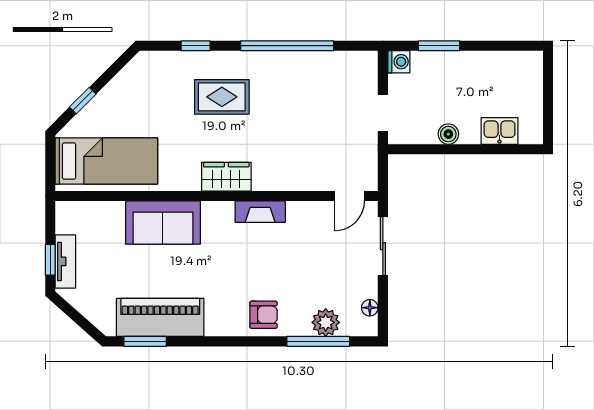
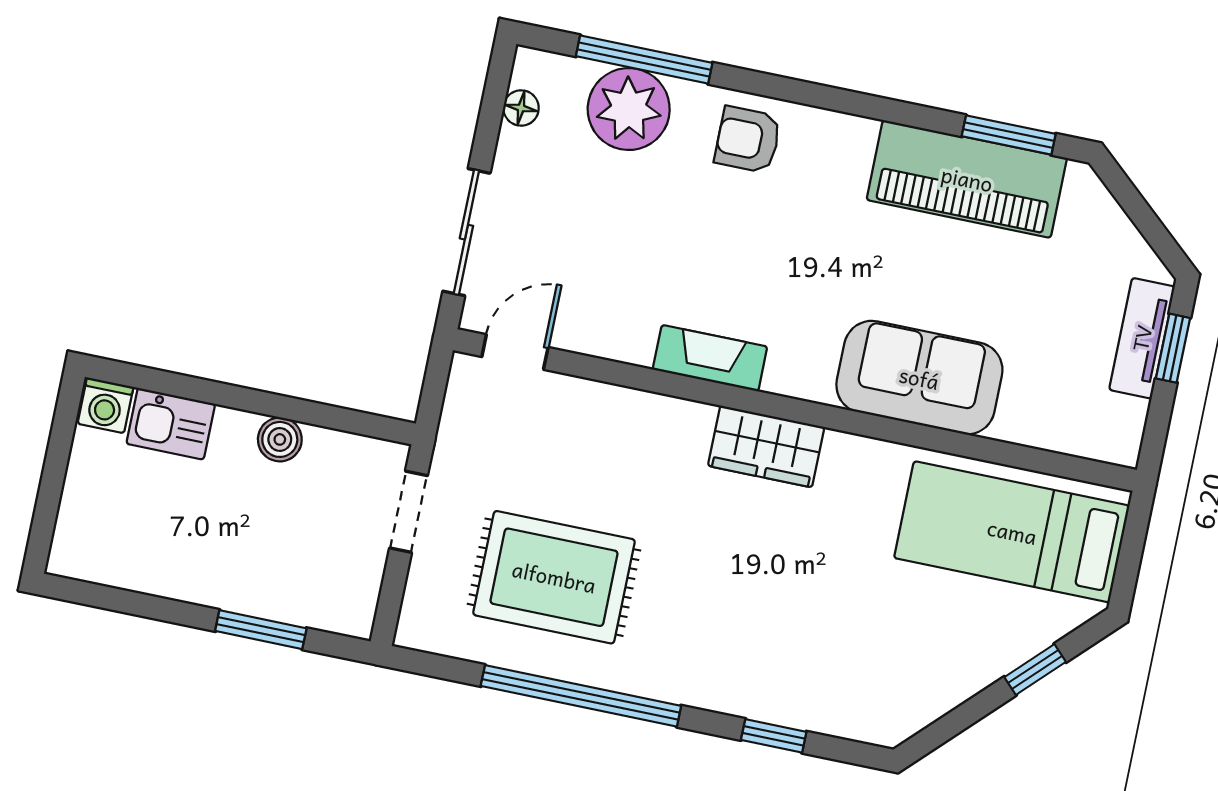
washing machine: (399, 62) -> (105, 405), moved, turned -90
rug: (222, 97) -> (554, 577), moved, width x1.36, depth x1.43
plant: (326, 322) -> (629, 109), width x1.36, depth x1.36

